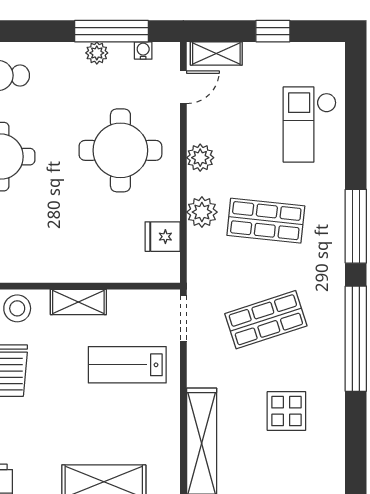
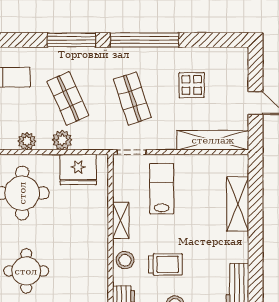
shop shelf: (266, 221) -> (68, 98), turned -30
fridge: (163, 237) -> (78, 169), width x1.88, depth x1.34
lab bench: (127, 365) -> (162, 189), turned 180

